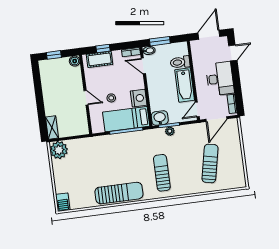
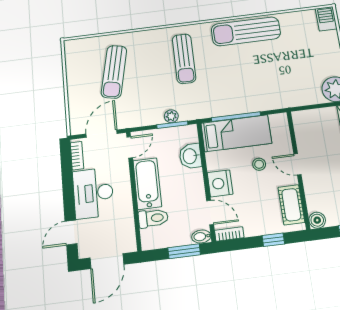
cot: (100, 59) -> (291, 205), moved, turned 90
nightstand: (139, 98) -> (220, 183), moved
washbasin: (160, 118) -> (190, 156), moved, turned 90

